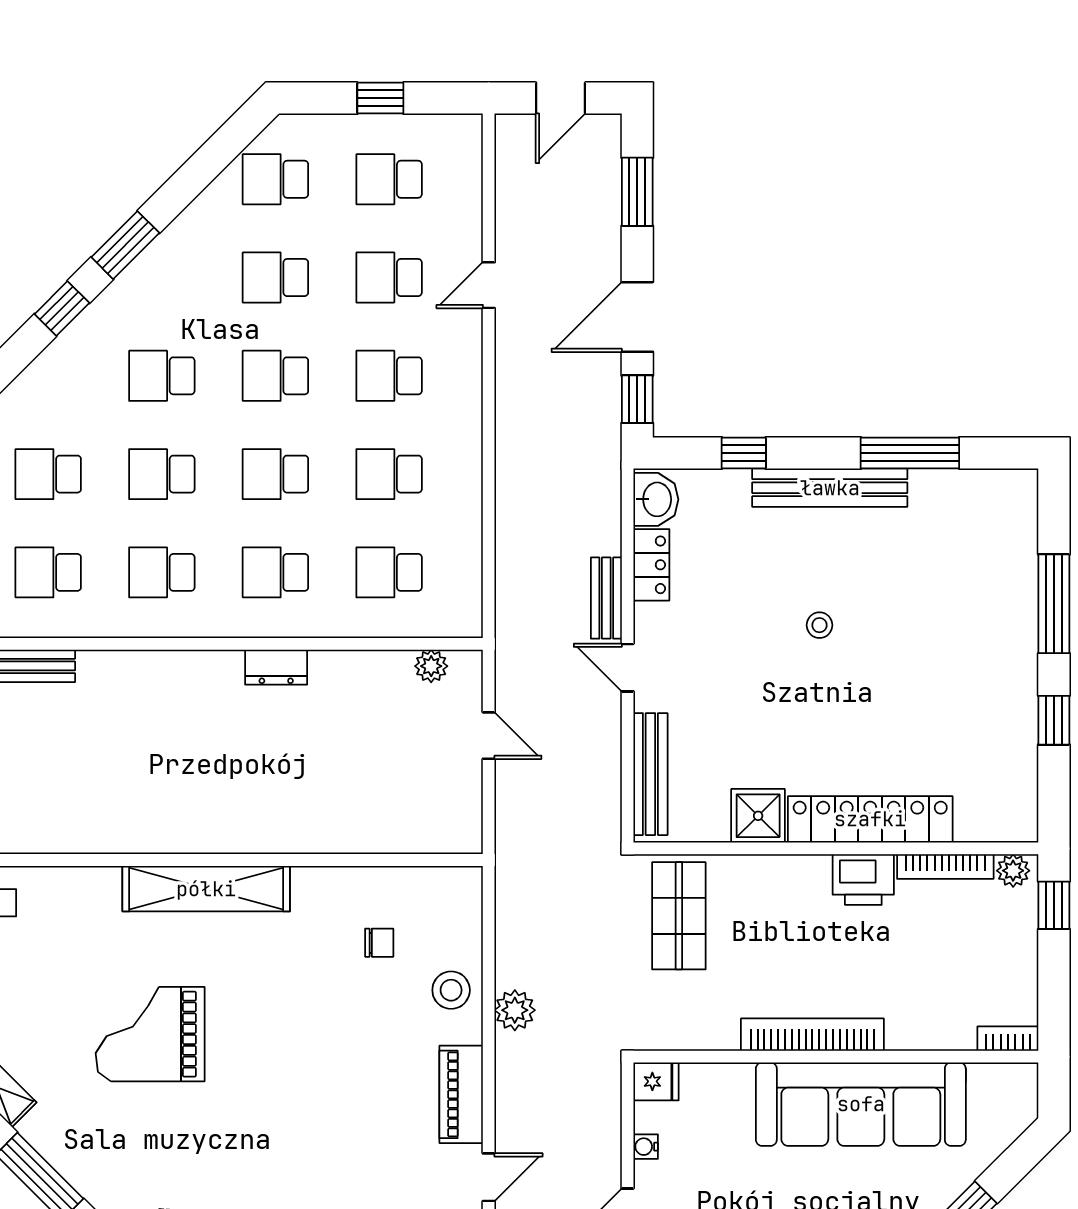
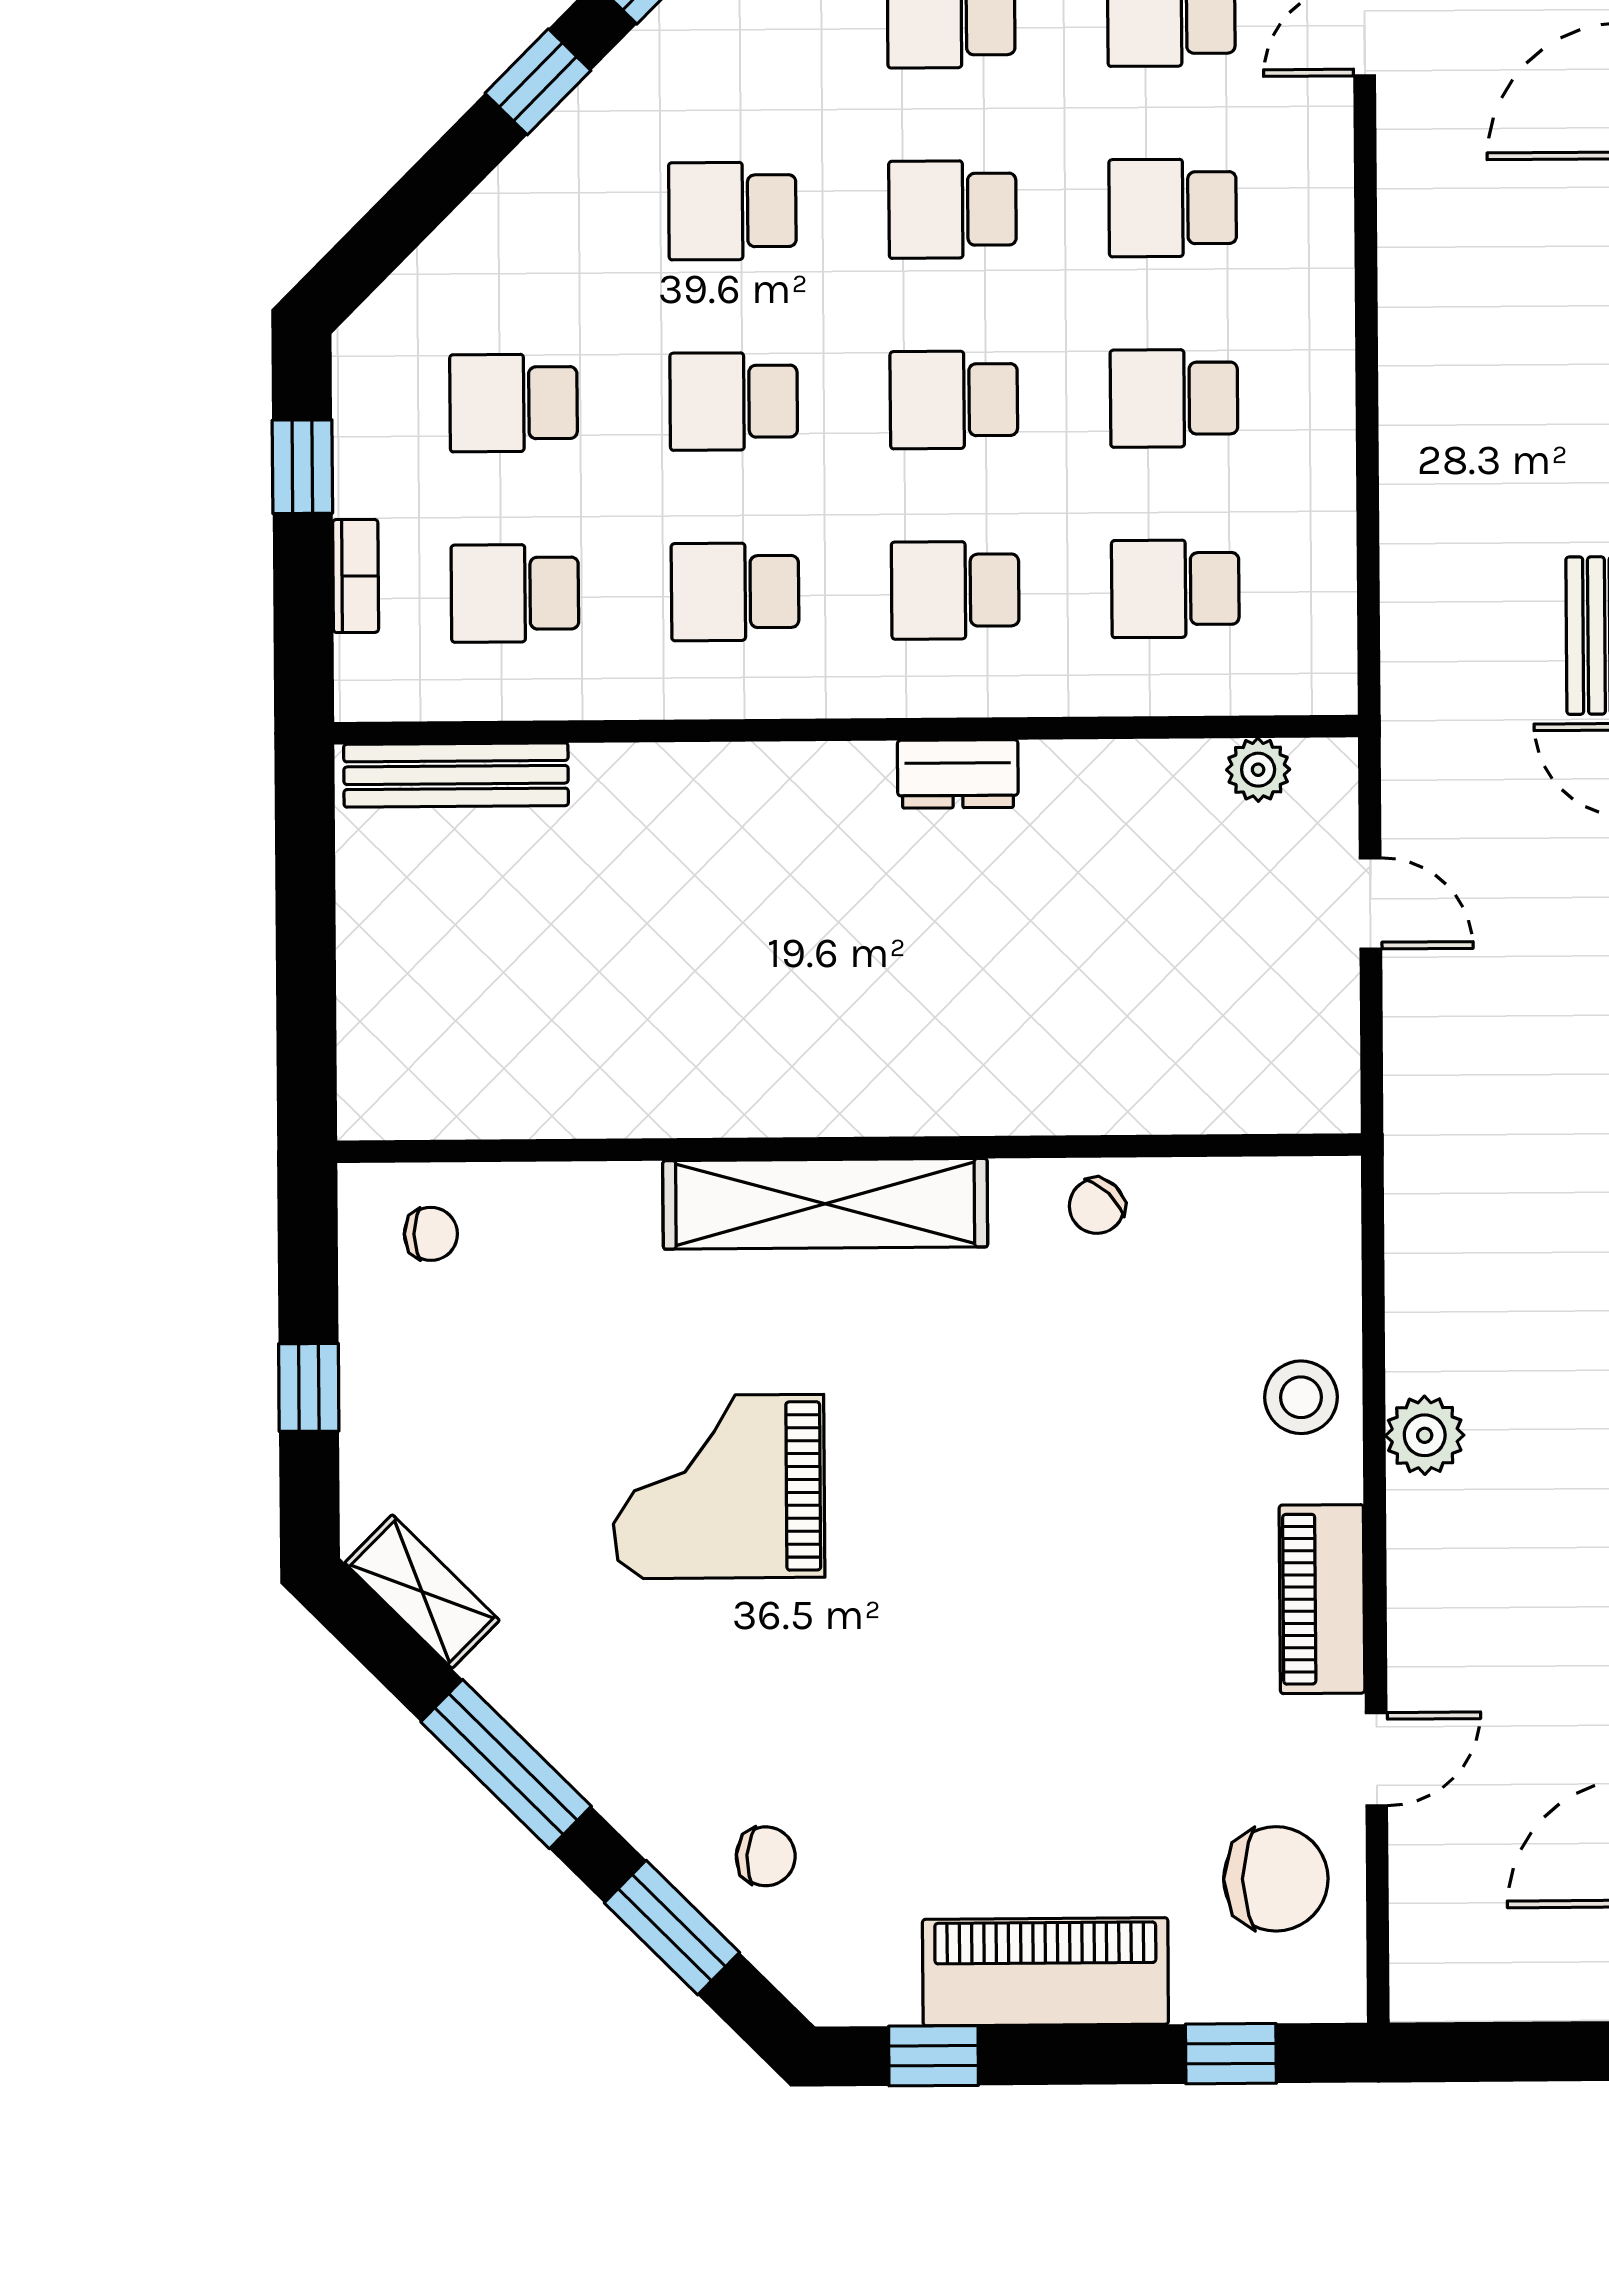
chair: (379, 943) -> (1097, 1206), moved, turned 134

